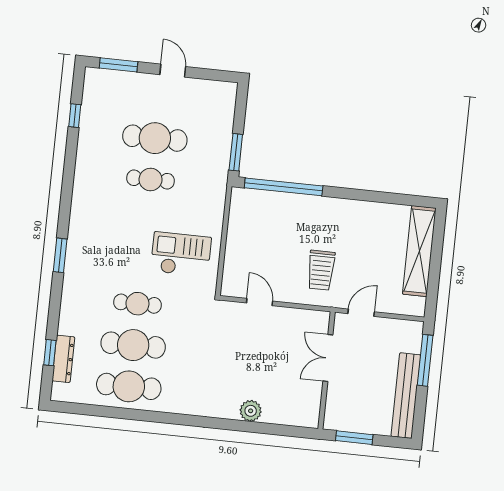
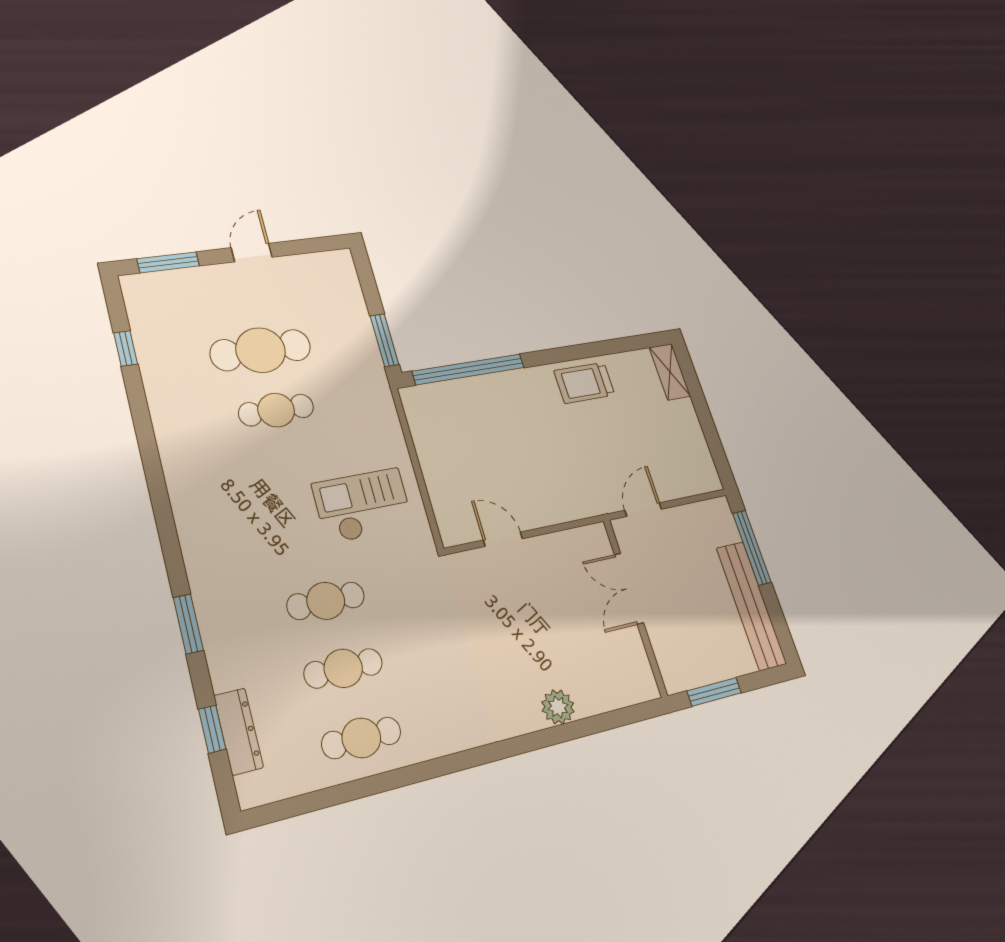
door: (173, 71) -> (252, 252), hinge flipped
shelving: (419, 251) -> (670, 372), width x0.45, depth x0.75
window: (60, 255) -> (188, 624), moved
trolley: (321, 270) -> (584, 383), moved, turned 90
cafe table: (133, 345) -> (343, 668), width x0.73, depth x0.74
cafe table: (129, 386) -> (361, 738), width x0.73, depth x0.74

